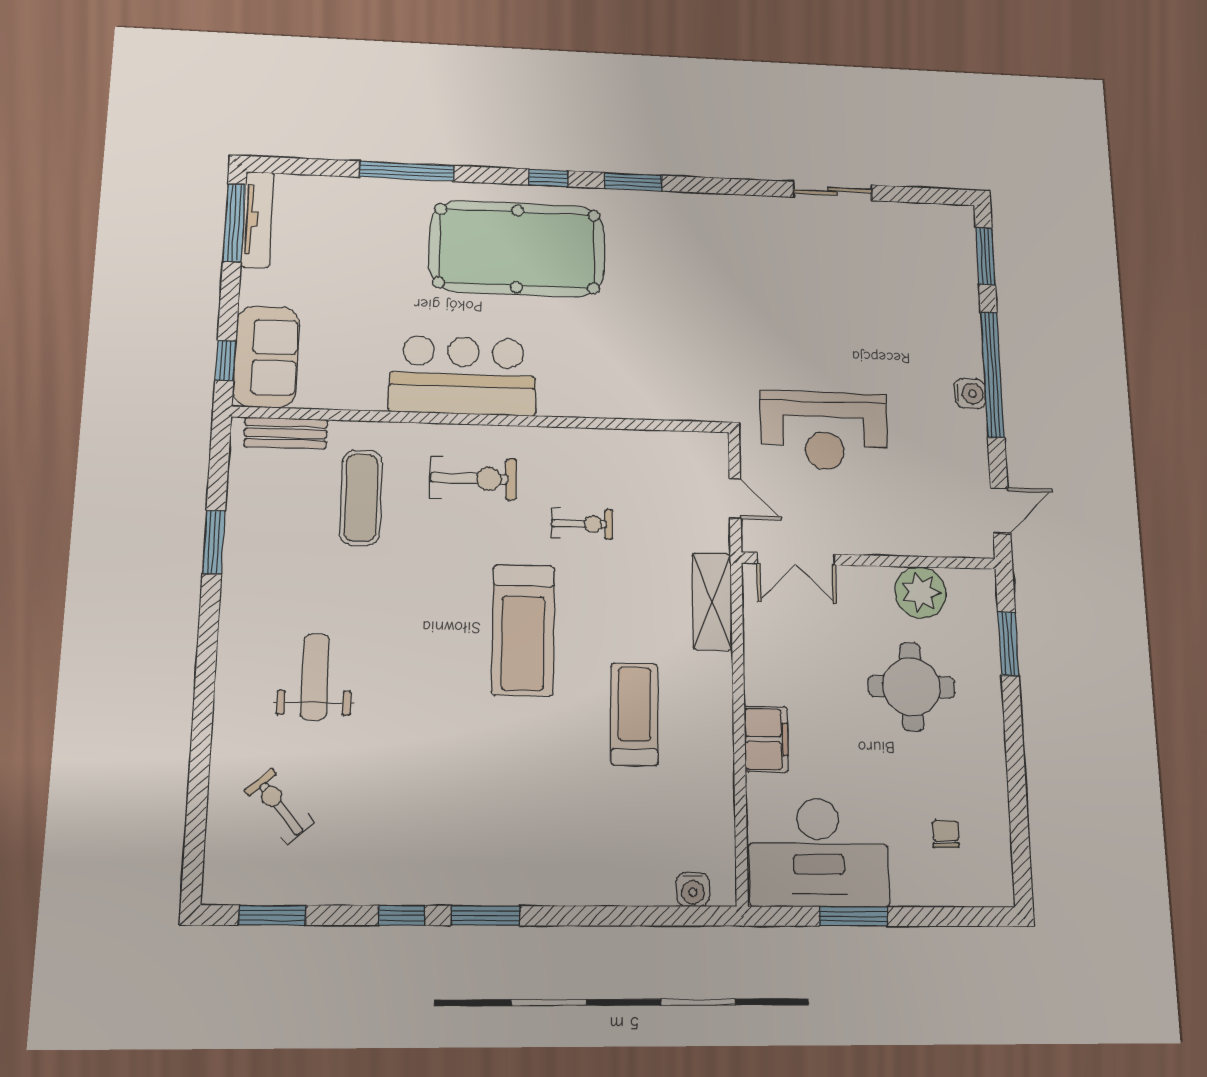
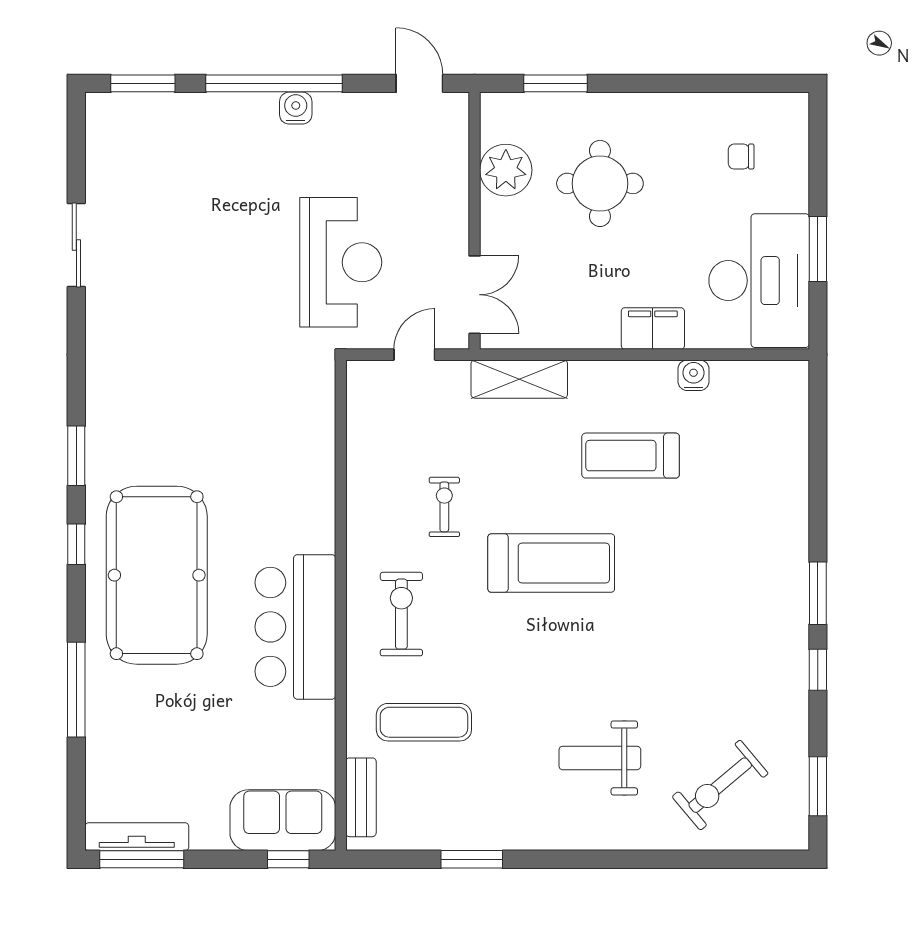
exercise bike: (279, 806) -> (720, 785), width x1.38, depth x1.39
water cooler: (693, 890) -> (693, 375), moved, turned -90

